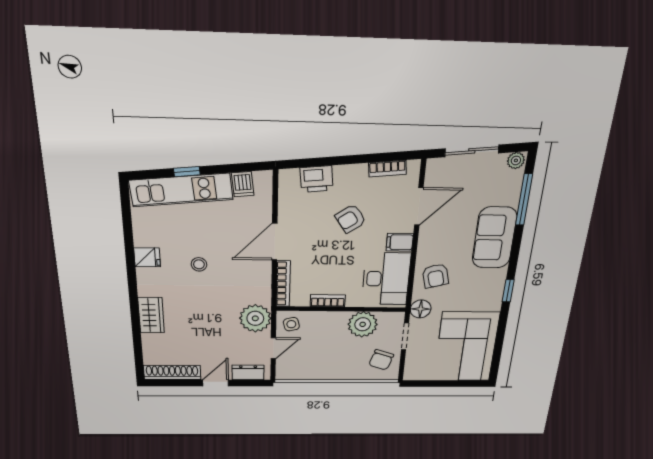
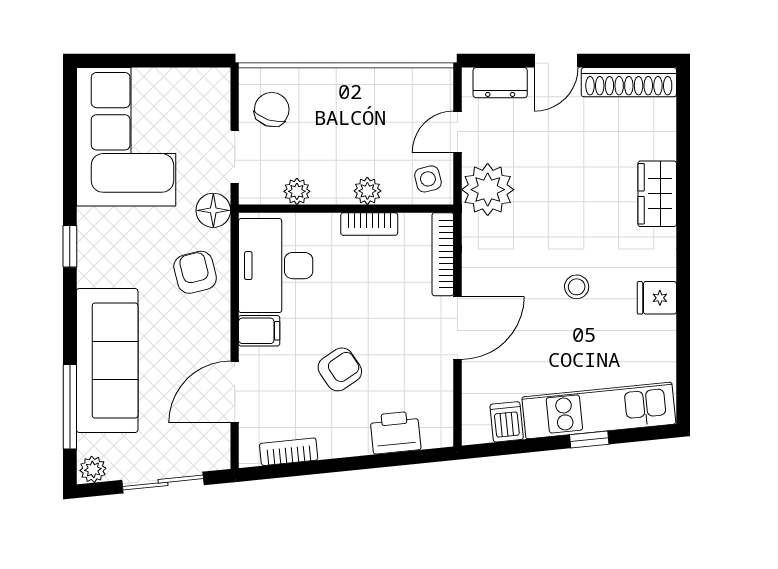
sofa: (494, 238) -> (107, 361), width x1.36
plant: (328, 318) -> (367, 191), added
plant: (363, 324) -> (297, 191), width x0.53, depth x0.53

